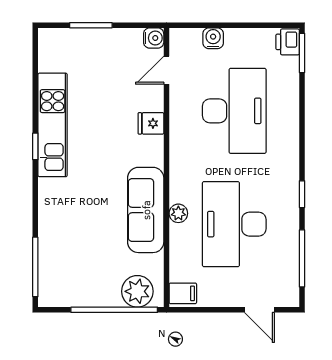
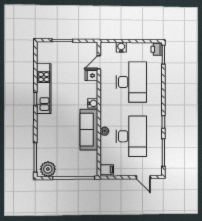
water cooler: (154, 38) -> (93, 103), moved
fridge: (151, 123) -> (91, 76), moved
desk: (234, 224) -> (131, 136), turned 180
plant: (137, 291) -> (48, 169), moved

